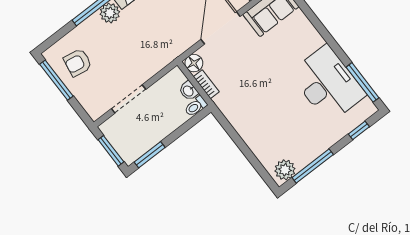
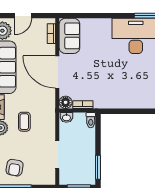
coffee table: (137, 34) -> (24, 122), added
washbasin: (188, 91) -> (66, 117), moved

